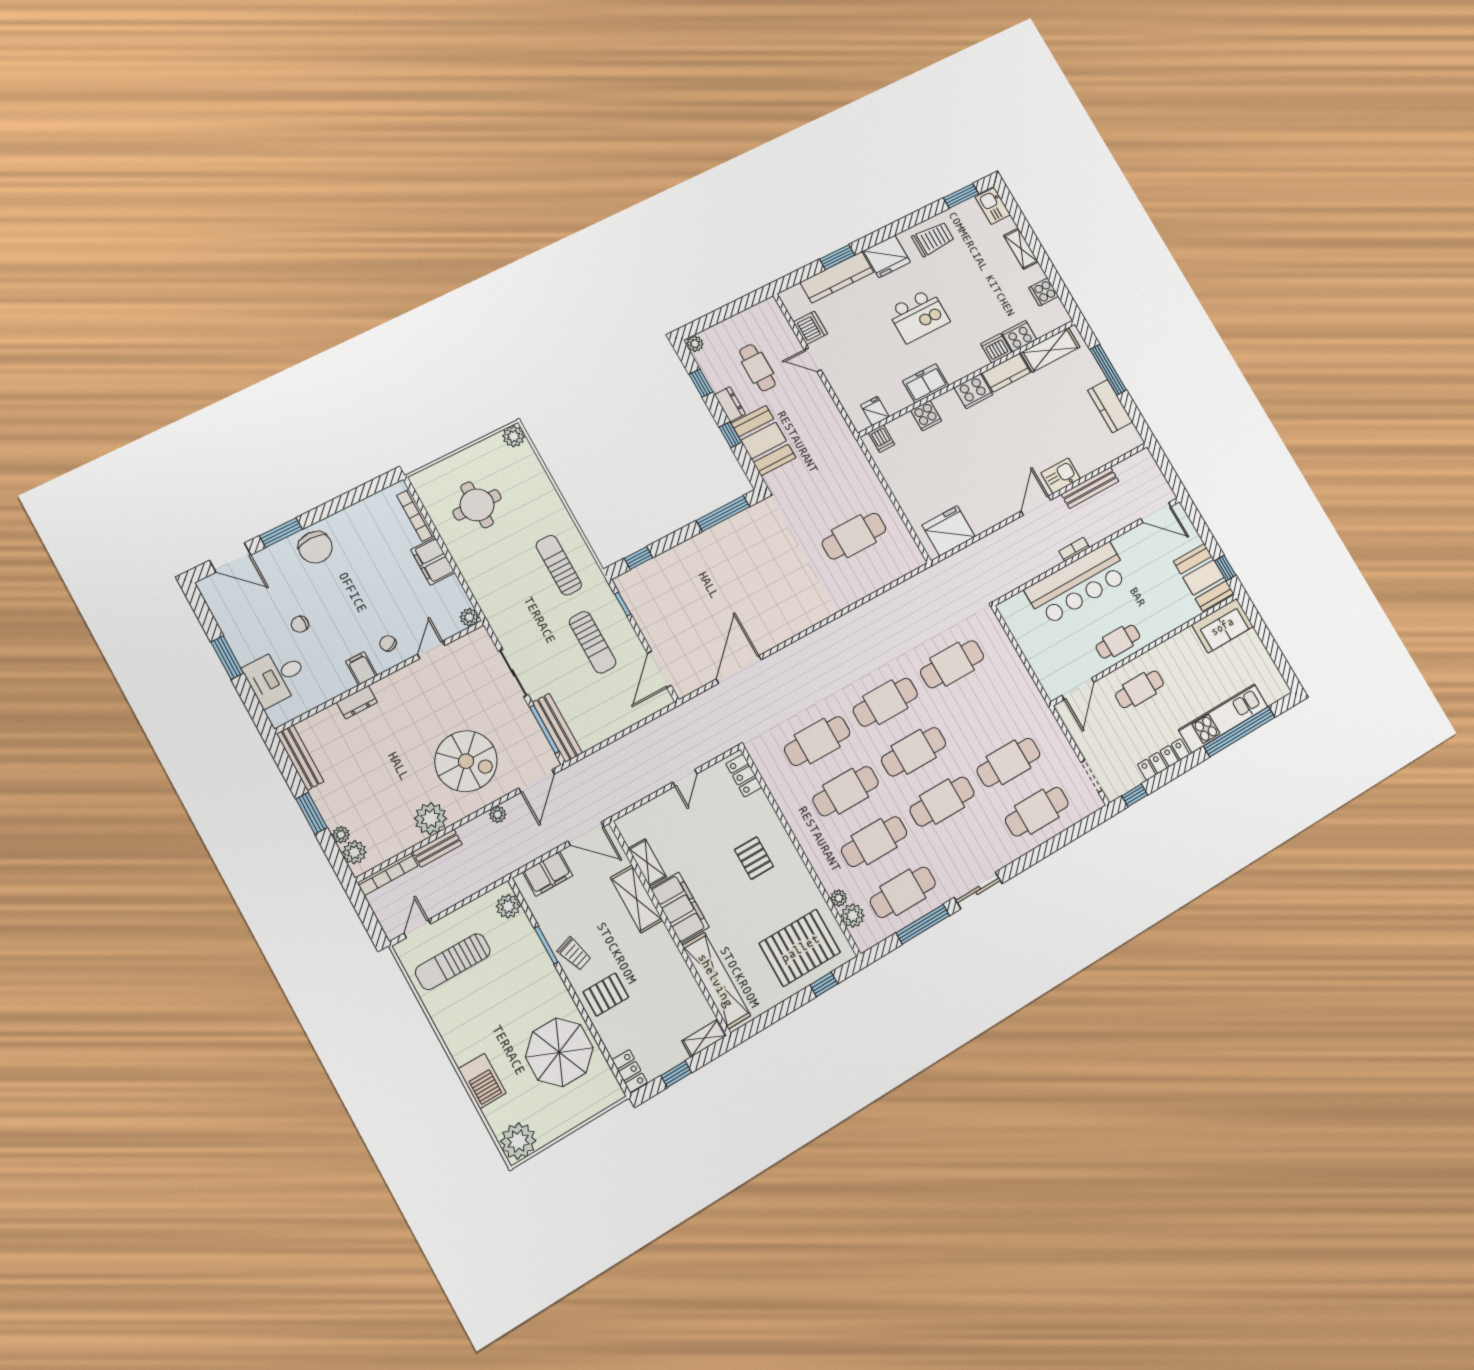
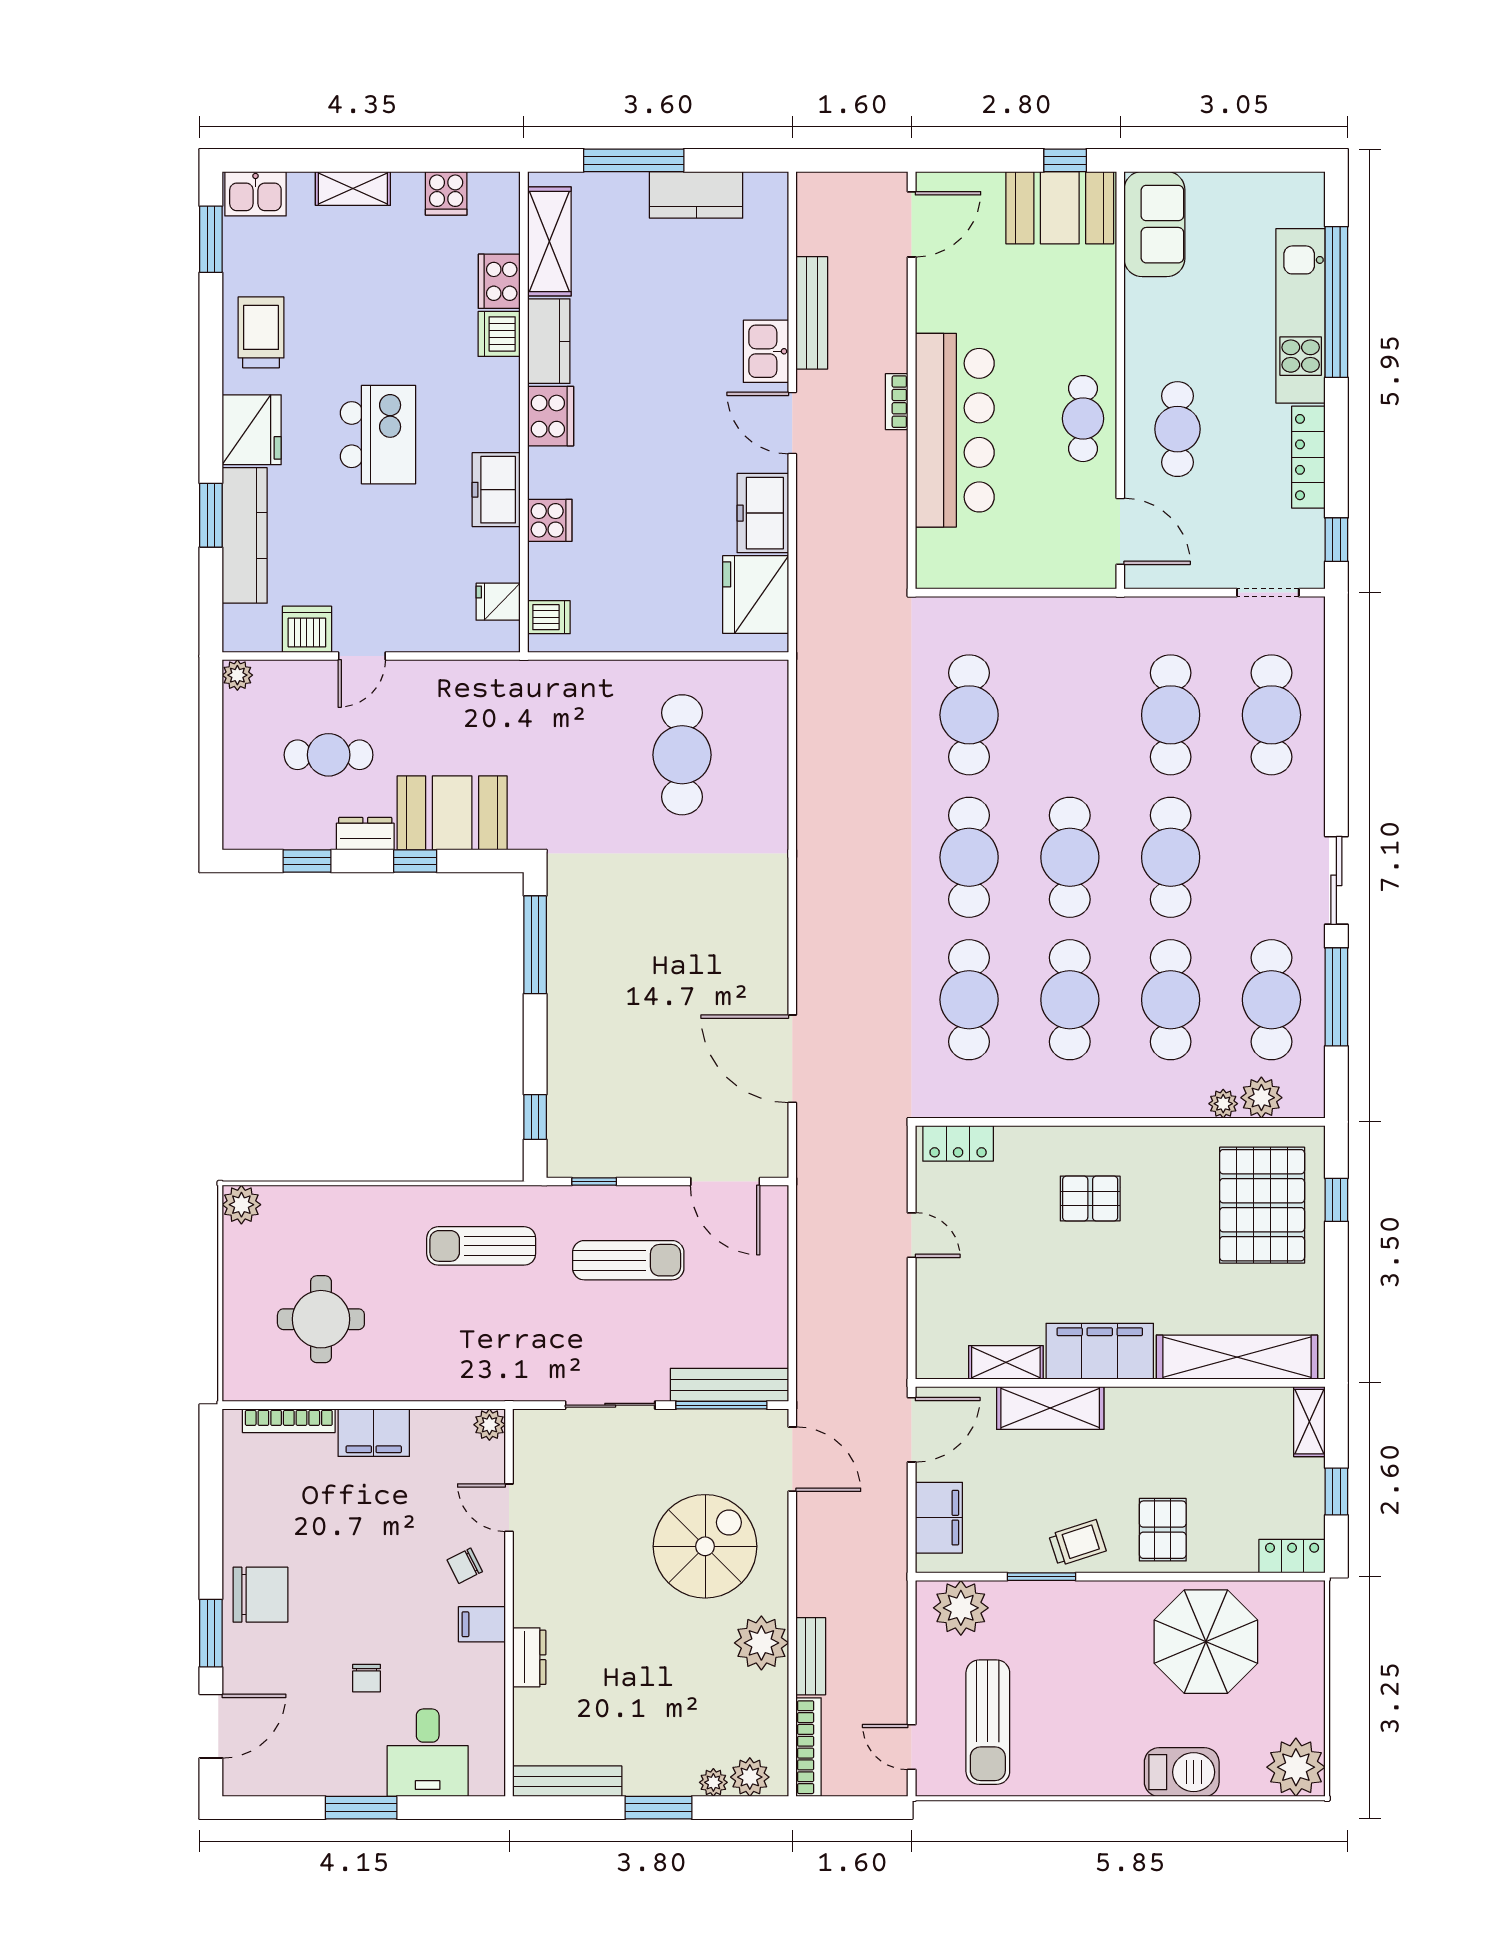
plant: (695, 344) -> (237, 675), moved
freezer: (987, 514) -> (763, 513), added
plant: (498, 814) -> (810, 1543), removed
plant: (508, 906) -> (961, 1608), width x1.36, depth x1.36

